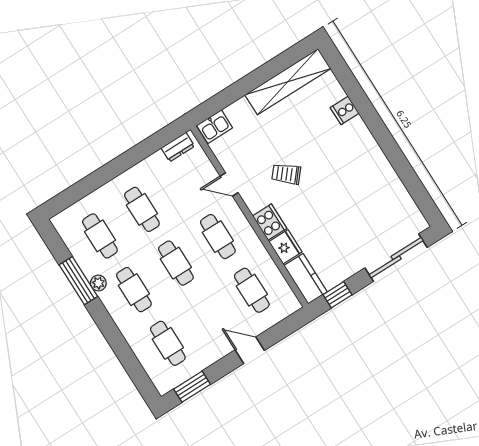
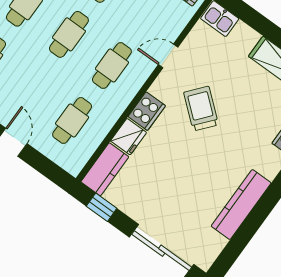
kitchen counter: (384, 173) -> (241, 205), added
trolley: (286, 174) -> (201, 109), width x1.36, depth x1.39
door: (229, 184) -> (168, 56), hinge flipped

